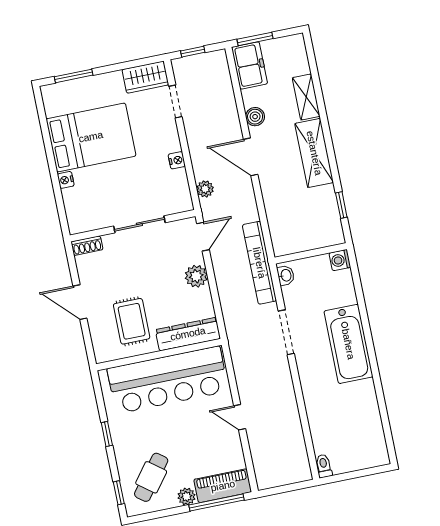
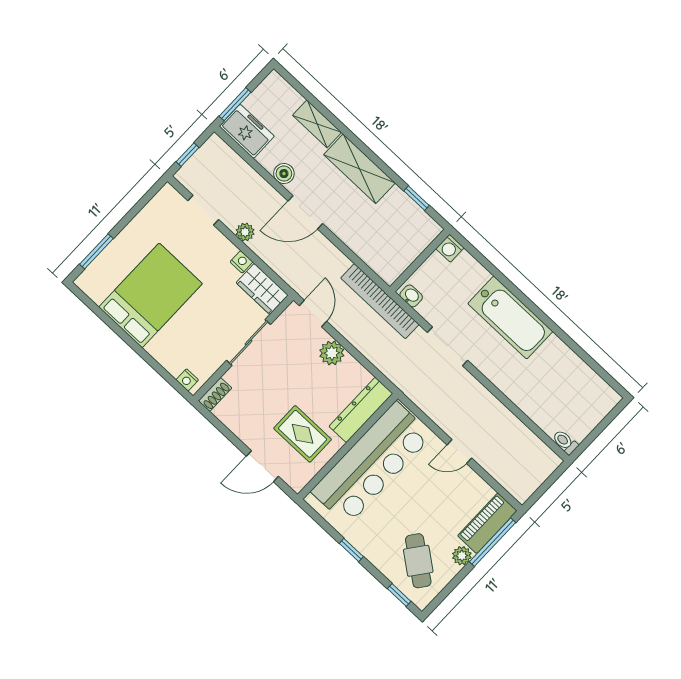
wardrobe: (145, 77) -> (262, 289), moved, turned 90
nightstand: (66, 180) -> (187, 380), moved
plant: (205, 189) -> (245, 232), moved
door: (80, 302) -> (262, 466), moved

